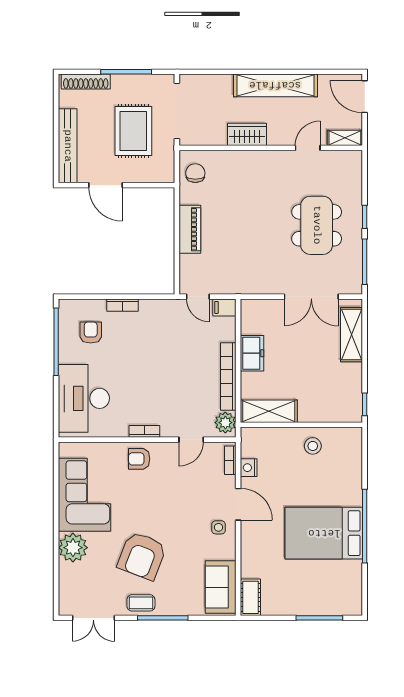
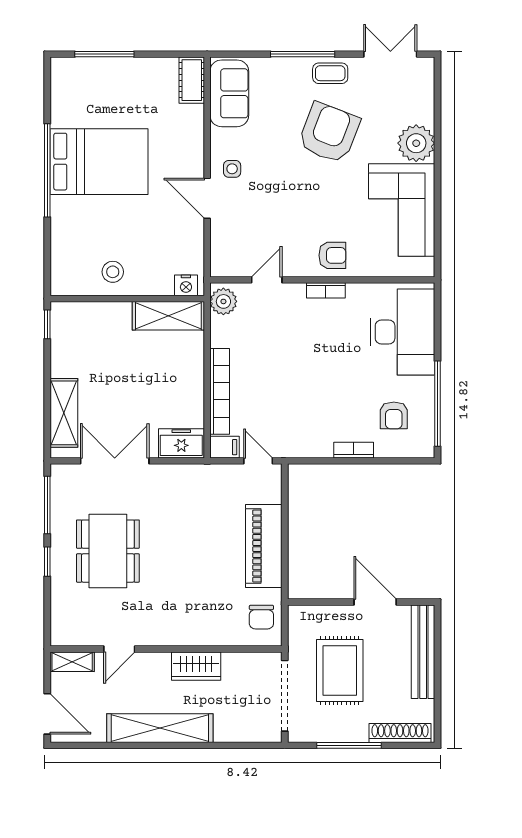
piano: (190, 229) -> (264, 546), width x1.37, depth x1.33
freezer: (252, 353) -> (181, 443), moved, turned 90
bookcase: (228, 376) -> (220, 391), moved
bookcase: (230, 460) -> (217, 254), removed
nightstand: (249, 468) -> (186, 285), moved, turned 90

